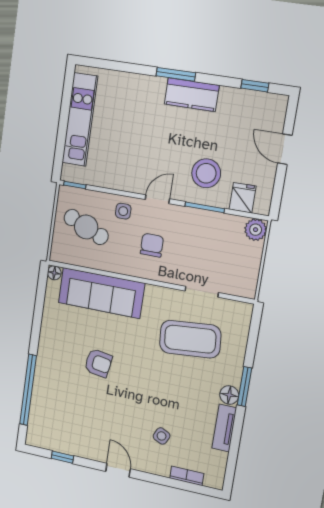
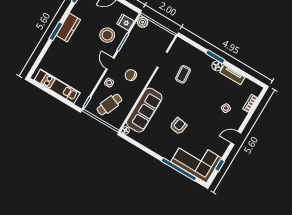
coffee table: (190, 339) -> (183, 74), width x0.54, depth x0.58
corner sofa: (55, 414) -> (196, 160), added

